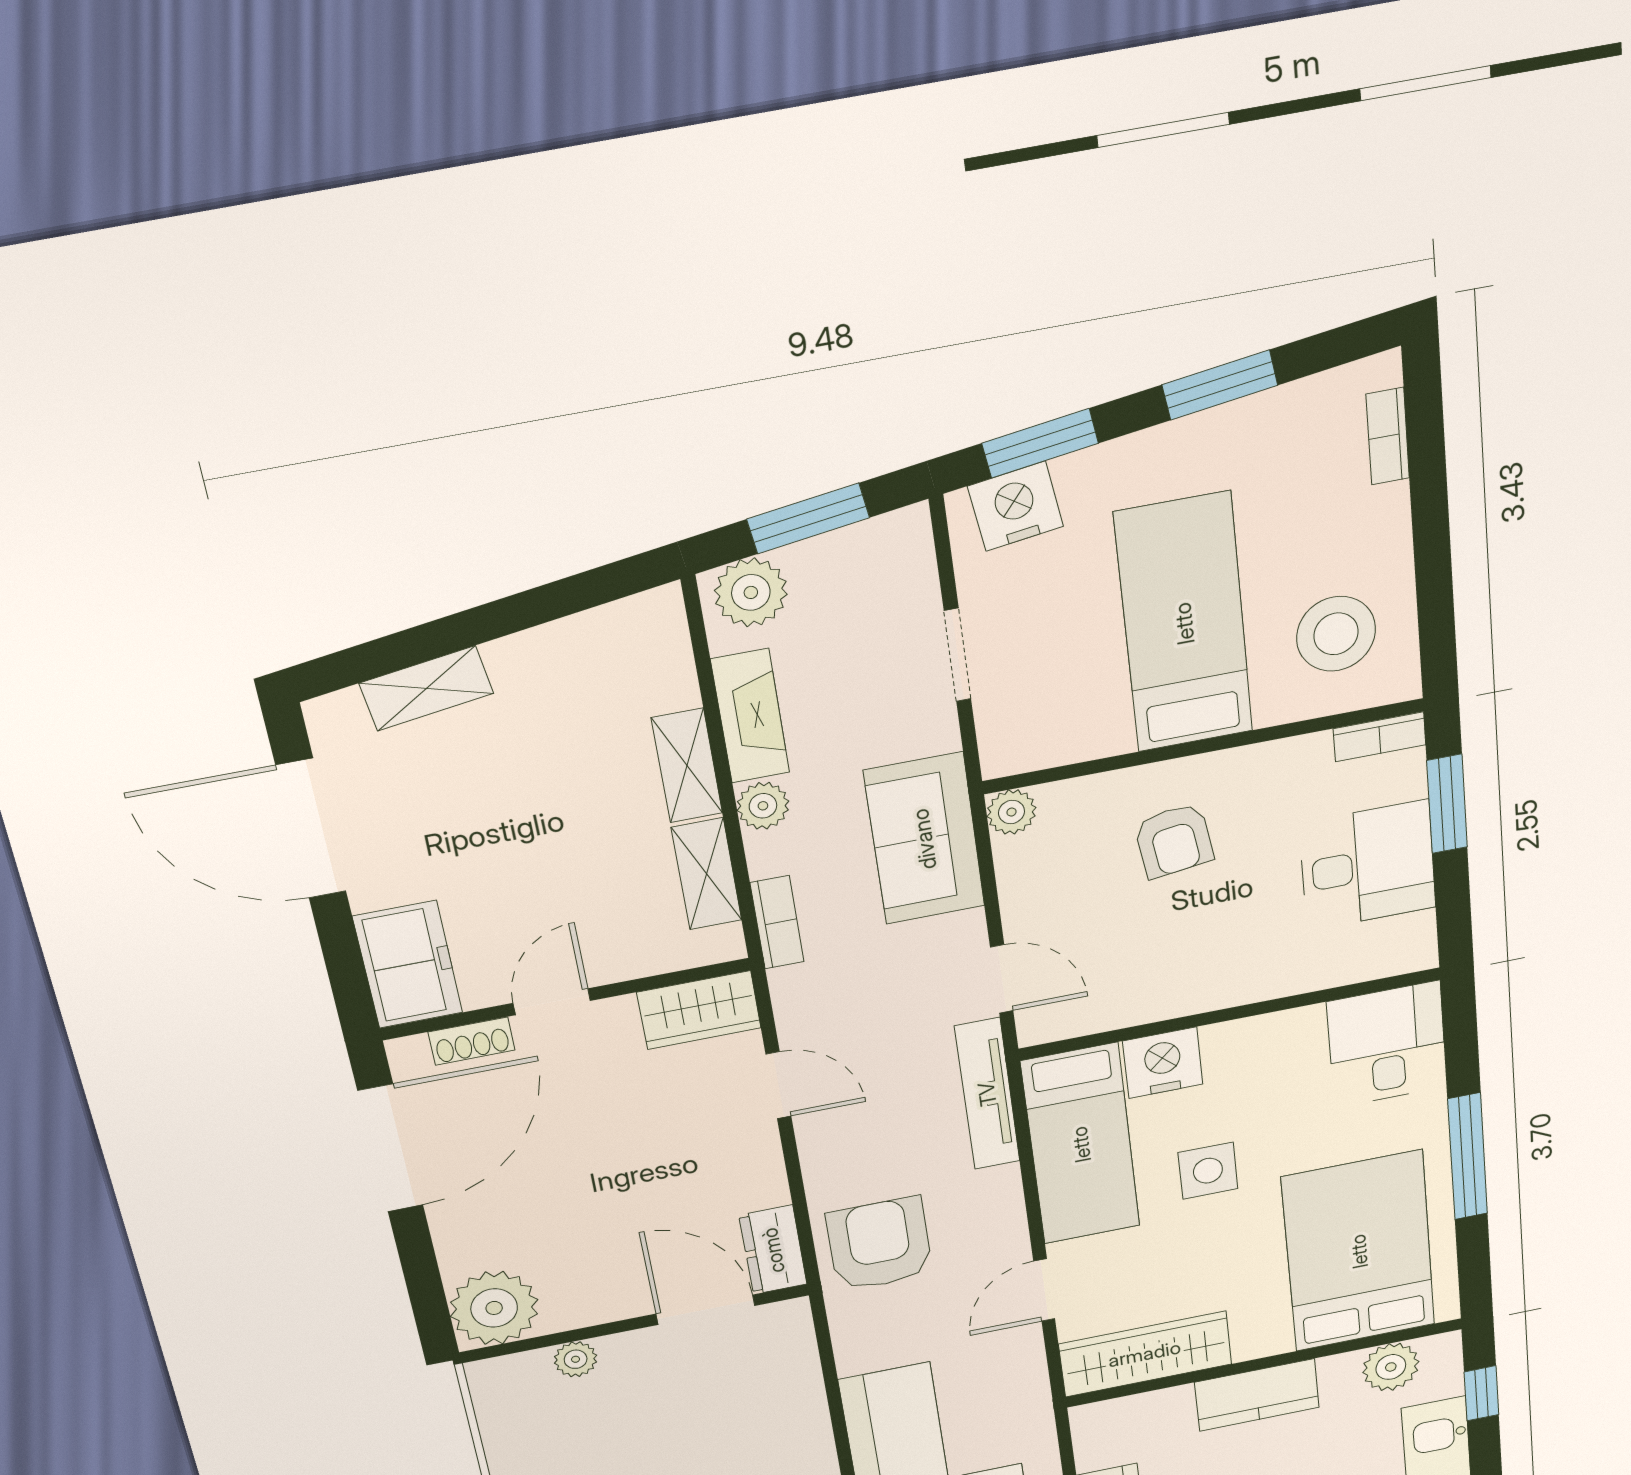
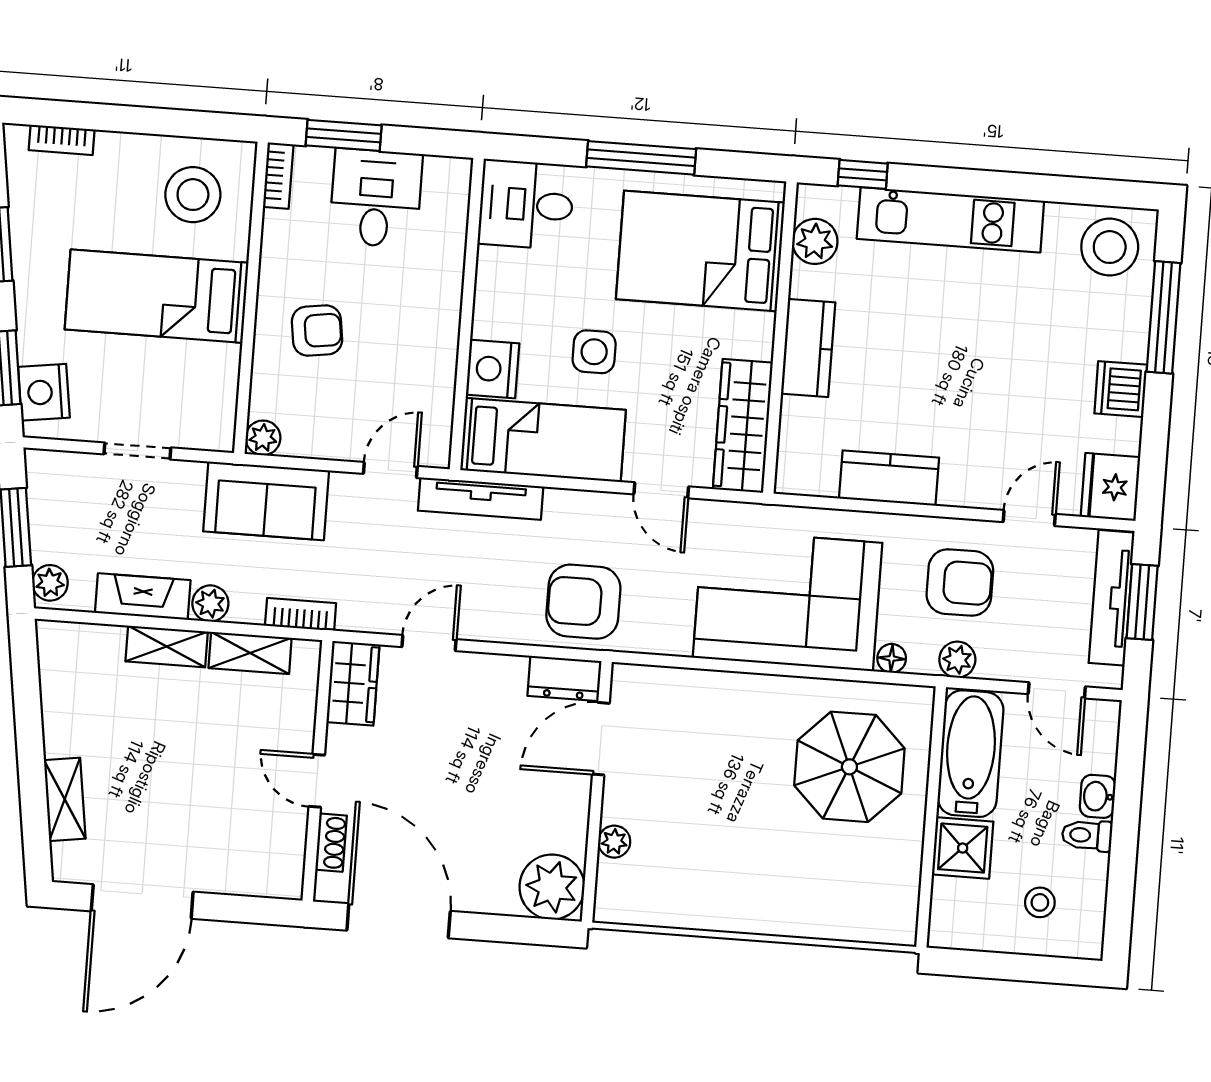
plant: (751, 592) -> (50, 583), width x0.73, depth x0.73
freezer: (408, 965) -> (260, 868), removed

